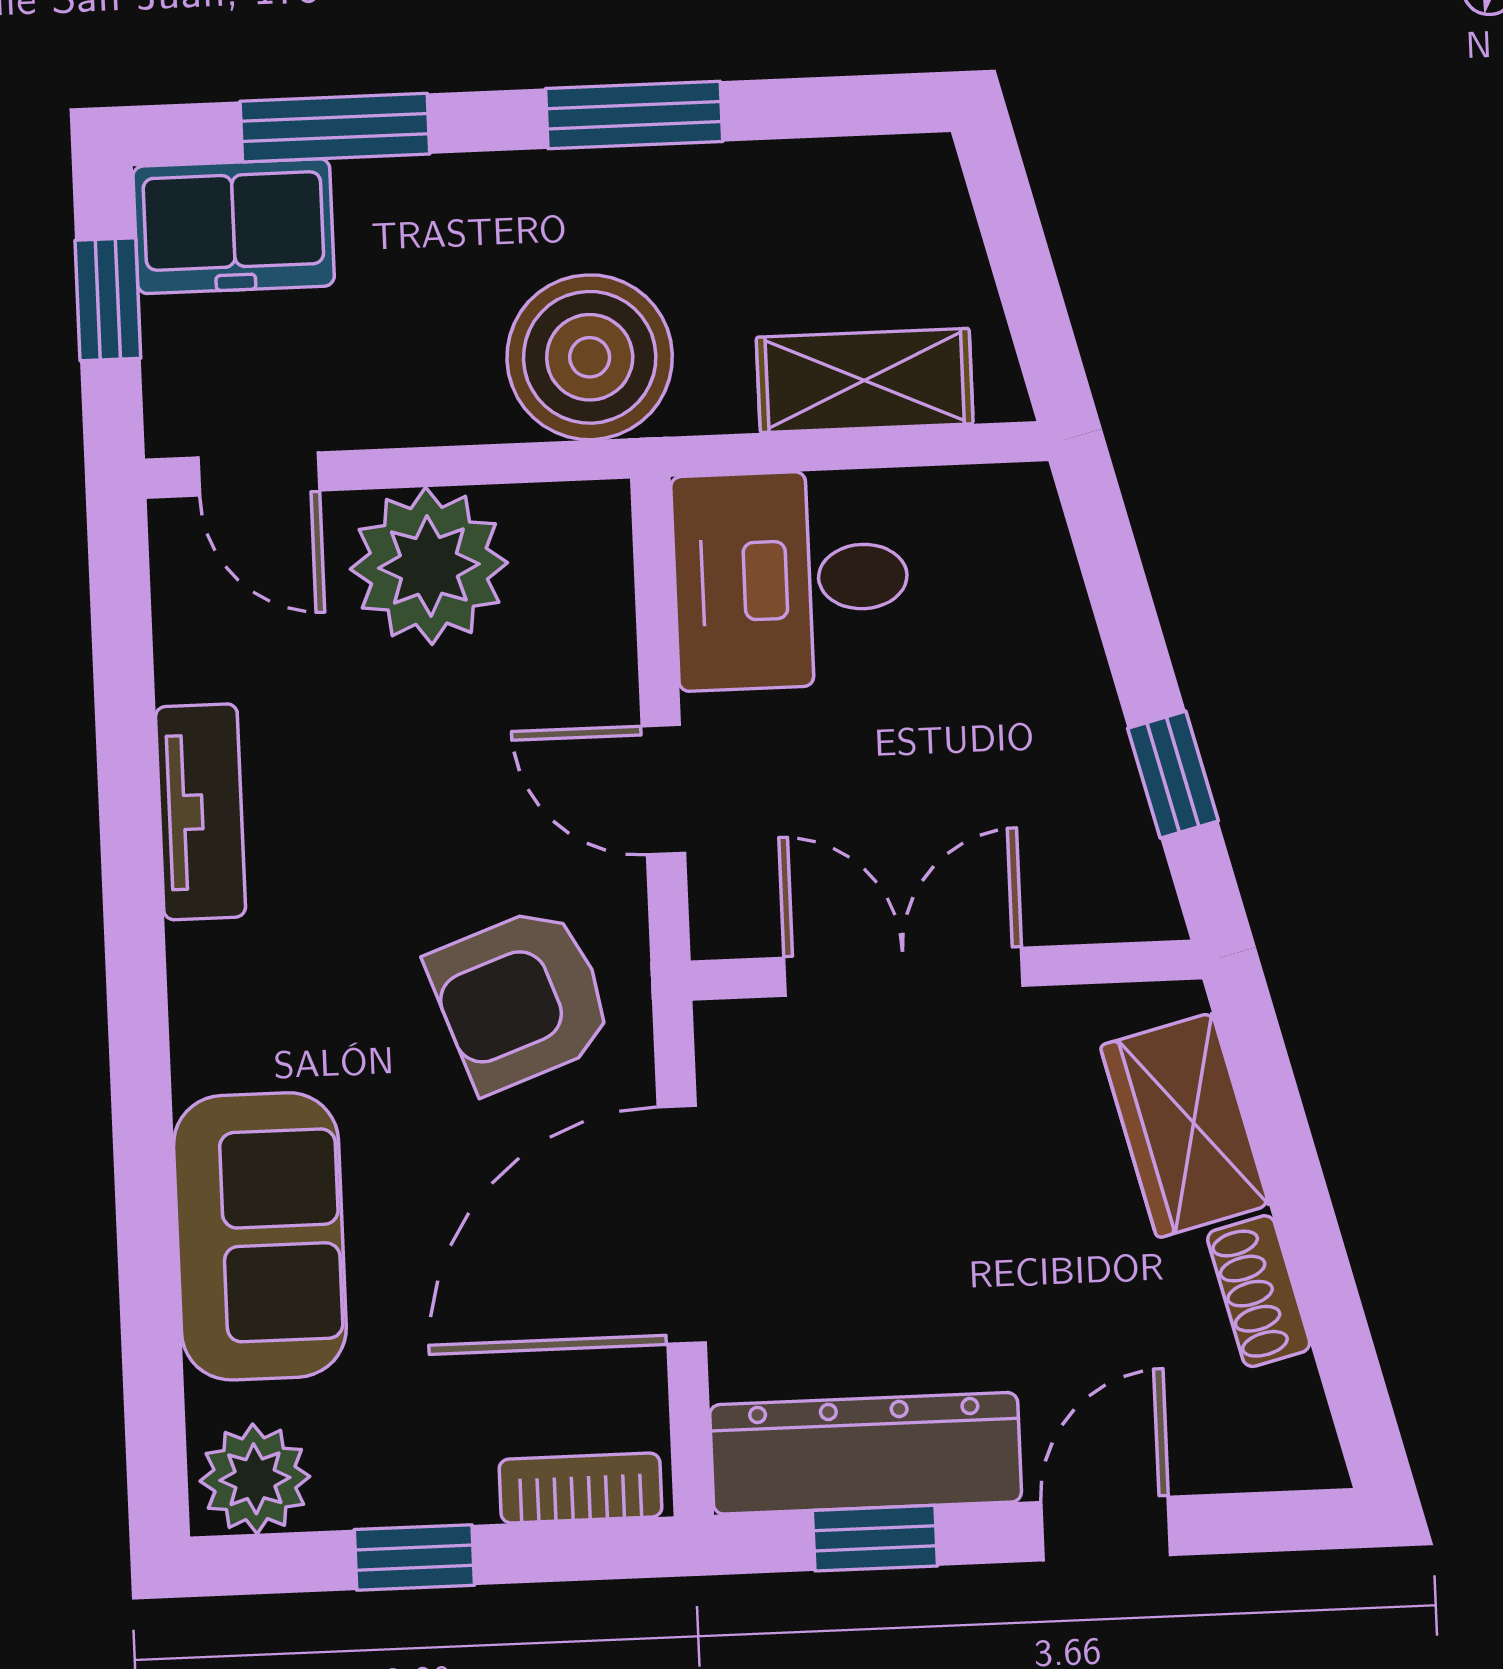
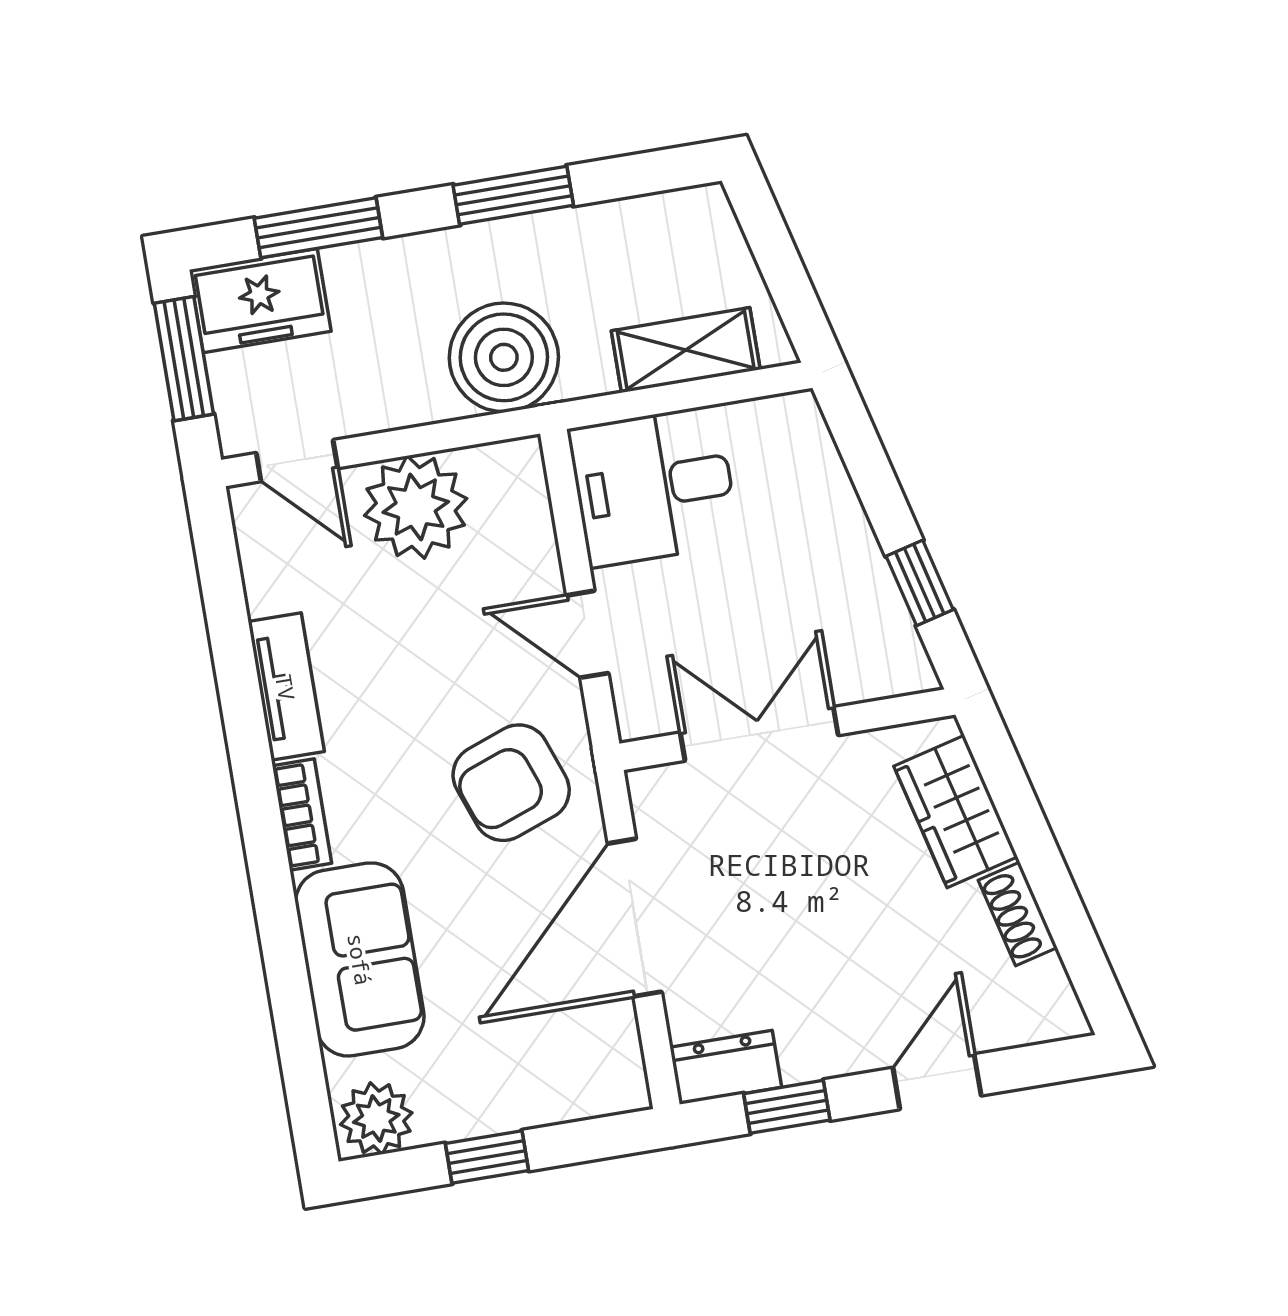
window: (108, 299) -> (184, 359), width x1.50
dresser: (866, 1453) -> (726, 1067), width x0.51, depth x0.80
bookcase: (581, 1488) -> (302, 814), moved, turned 90

